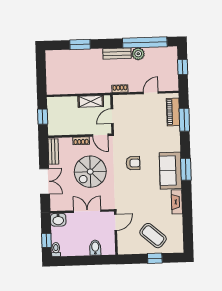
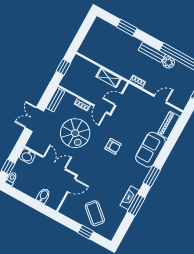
window: (184, 120) -> (136, 205), moved
sofa: (170, 171) -> (150, 150), moved
spiral stairs: (90, 172) -> (75, 133), turned -90
double door: (45, 181) -> (34, 119), swing flipped

